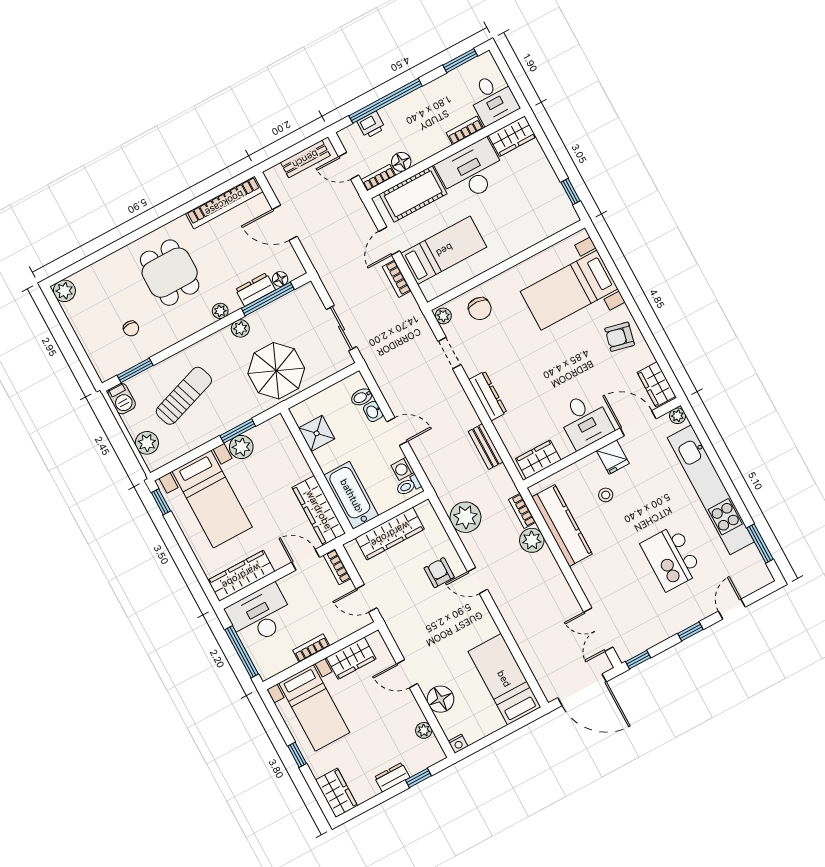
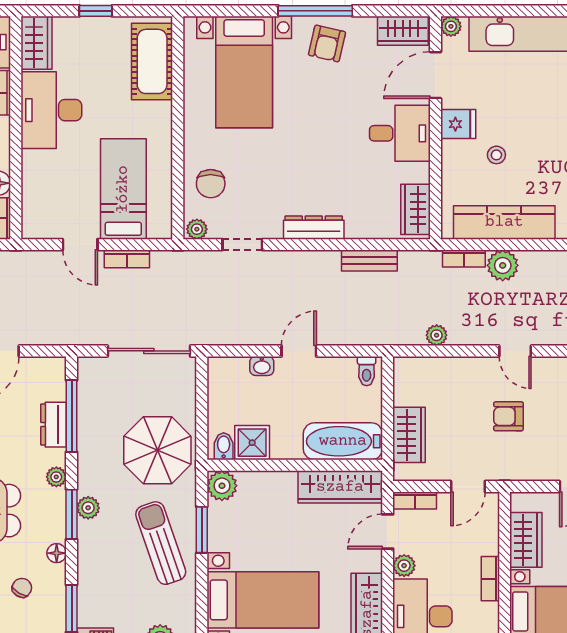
window: (570, 192) -> (96, 11), moved
cot: (413, 194) -> (152, 61), moved
floor lamp: (280, 279) -> (57, 553), moved
chair: (480, 309) -> (211, 184), turned 87
window: (638, 316) -> (315, 11), added
chair: (131, 328) -> (22, 588), turned -59
plant: (240, 328) -> (88, 508), moved
sliding door: (342, 328) -> (149, 351), width x1.37
window: (200, 335) -> (72, 514), added
sun lounger: (184, 396) -> (161, 543), moved
bidet: (362, 397) -> (224, 446), moved, turned 180
plant: (241, 447) -> (222, 486), moved
washing machine: (403, 469) -> (344, 367), removed
plant: (465, 517) -> (437, 335), width x0.53, depth x0.53
wardrobe: (390, 534) -> (409, 435), width x0.67
armchair: (439, 573) -> (508, 416), moved
door: (477, 581) -> (515, 351), hinge flipped
plant: (288, 584) -> (404, 566), added

